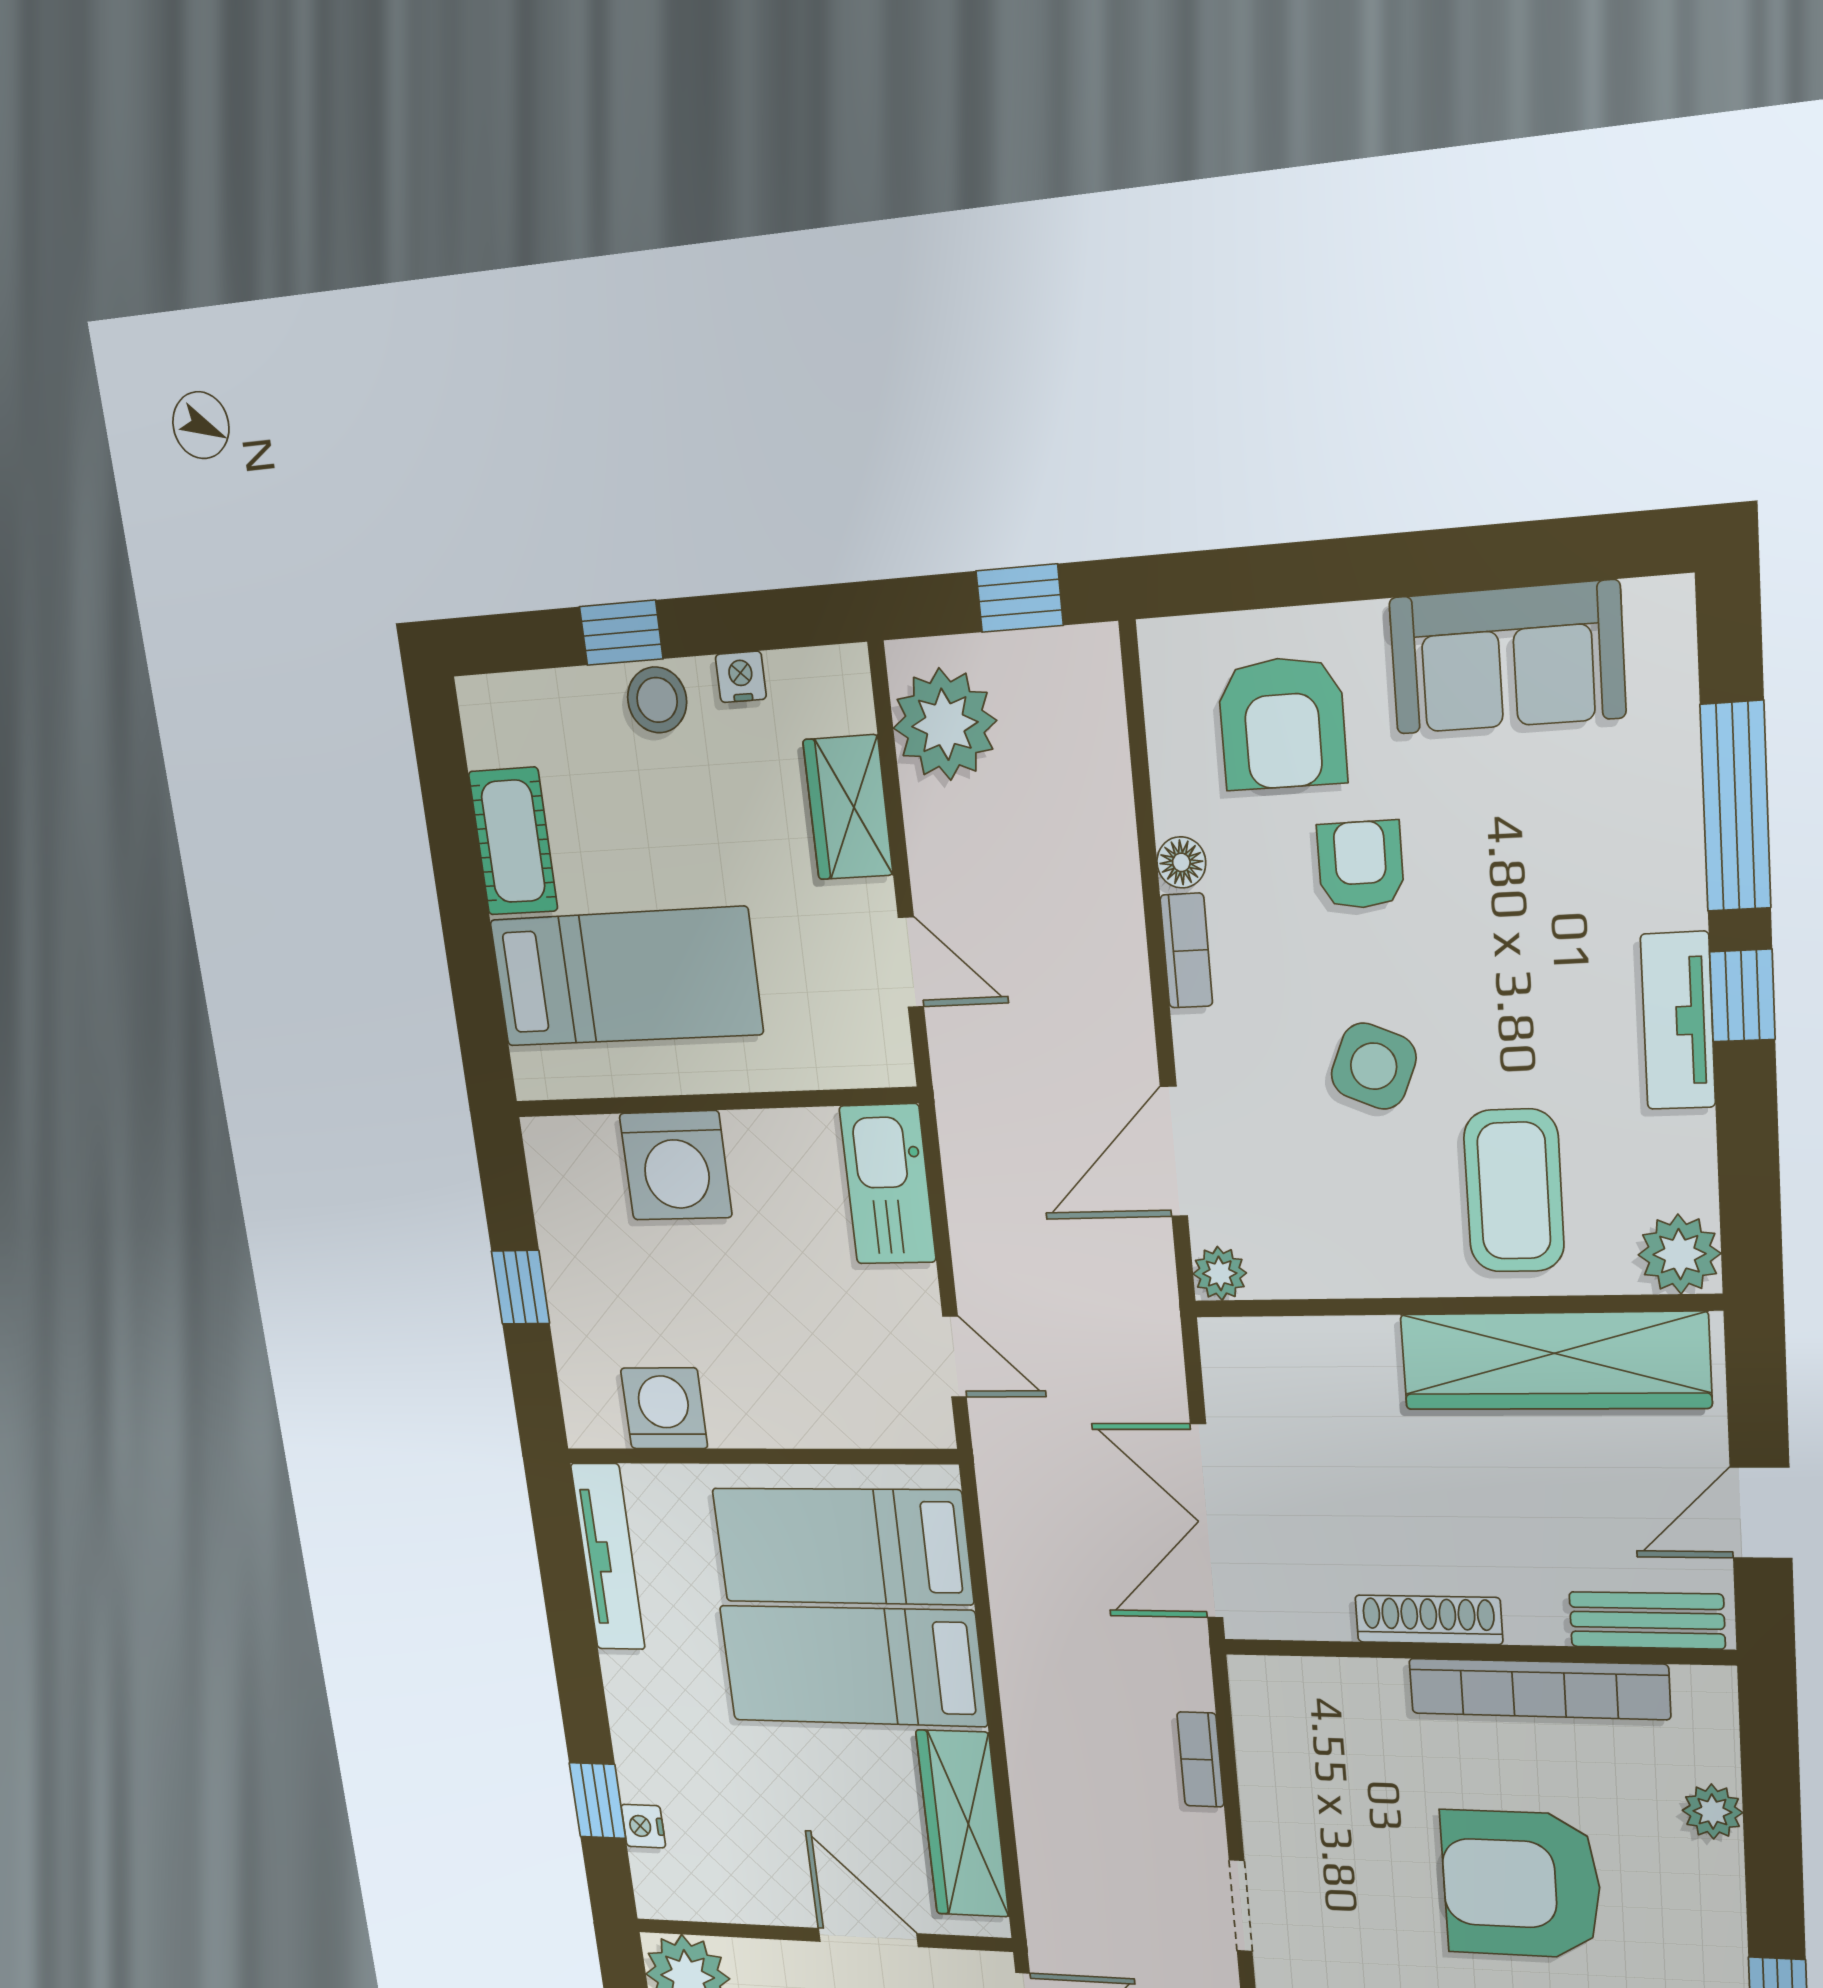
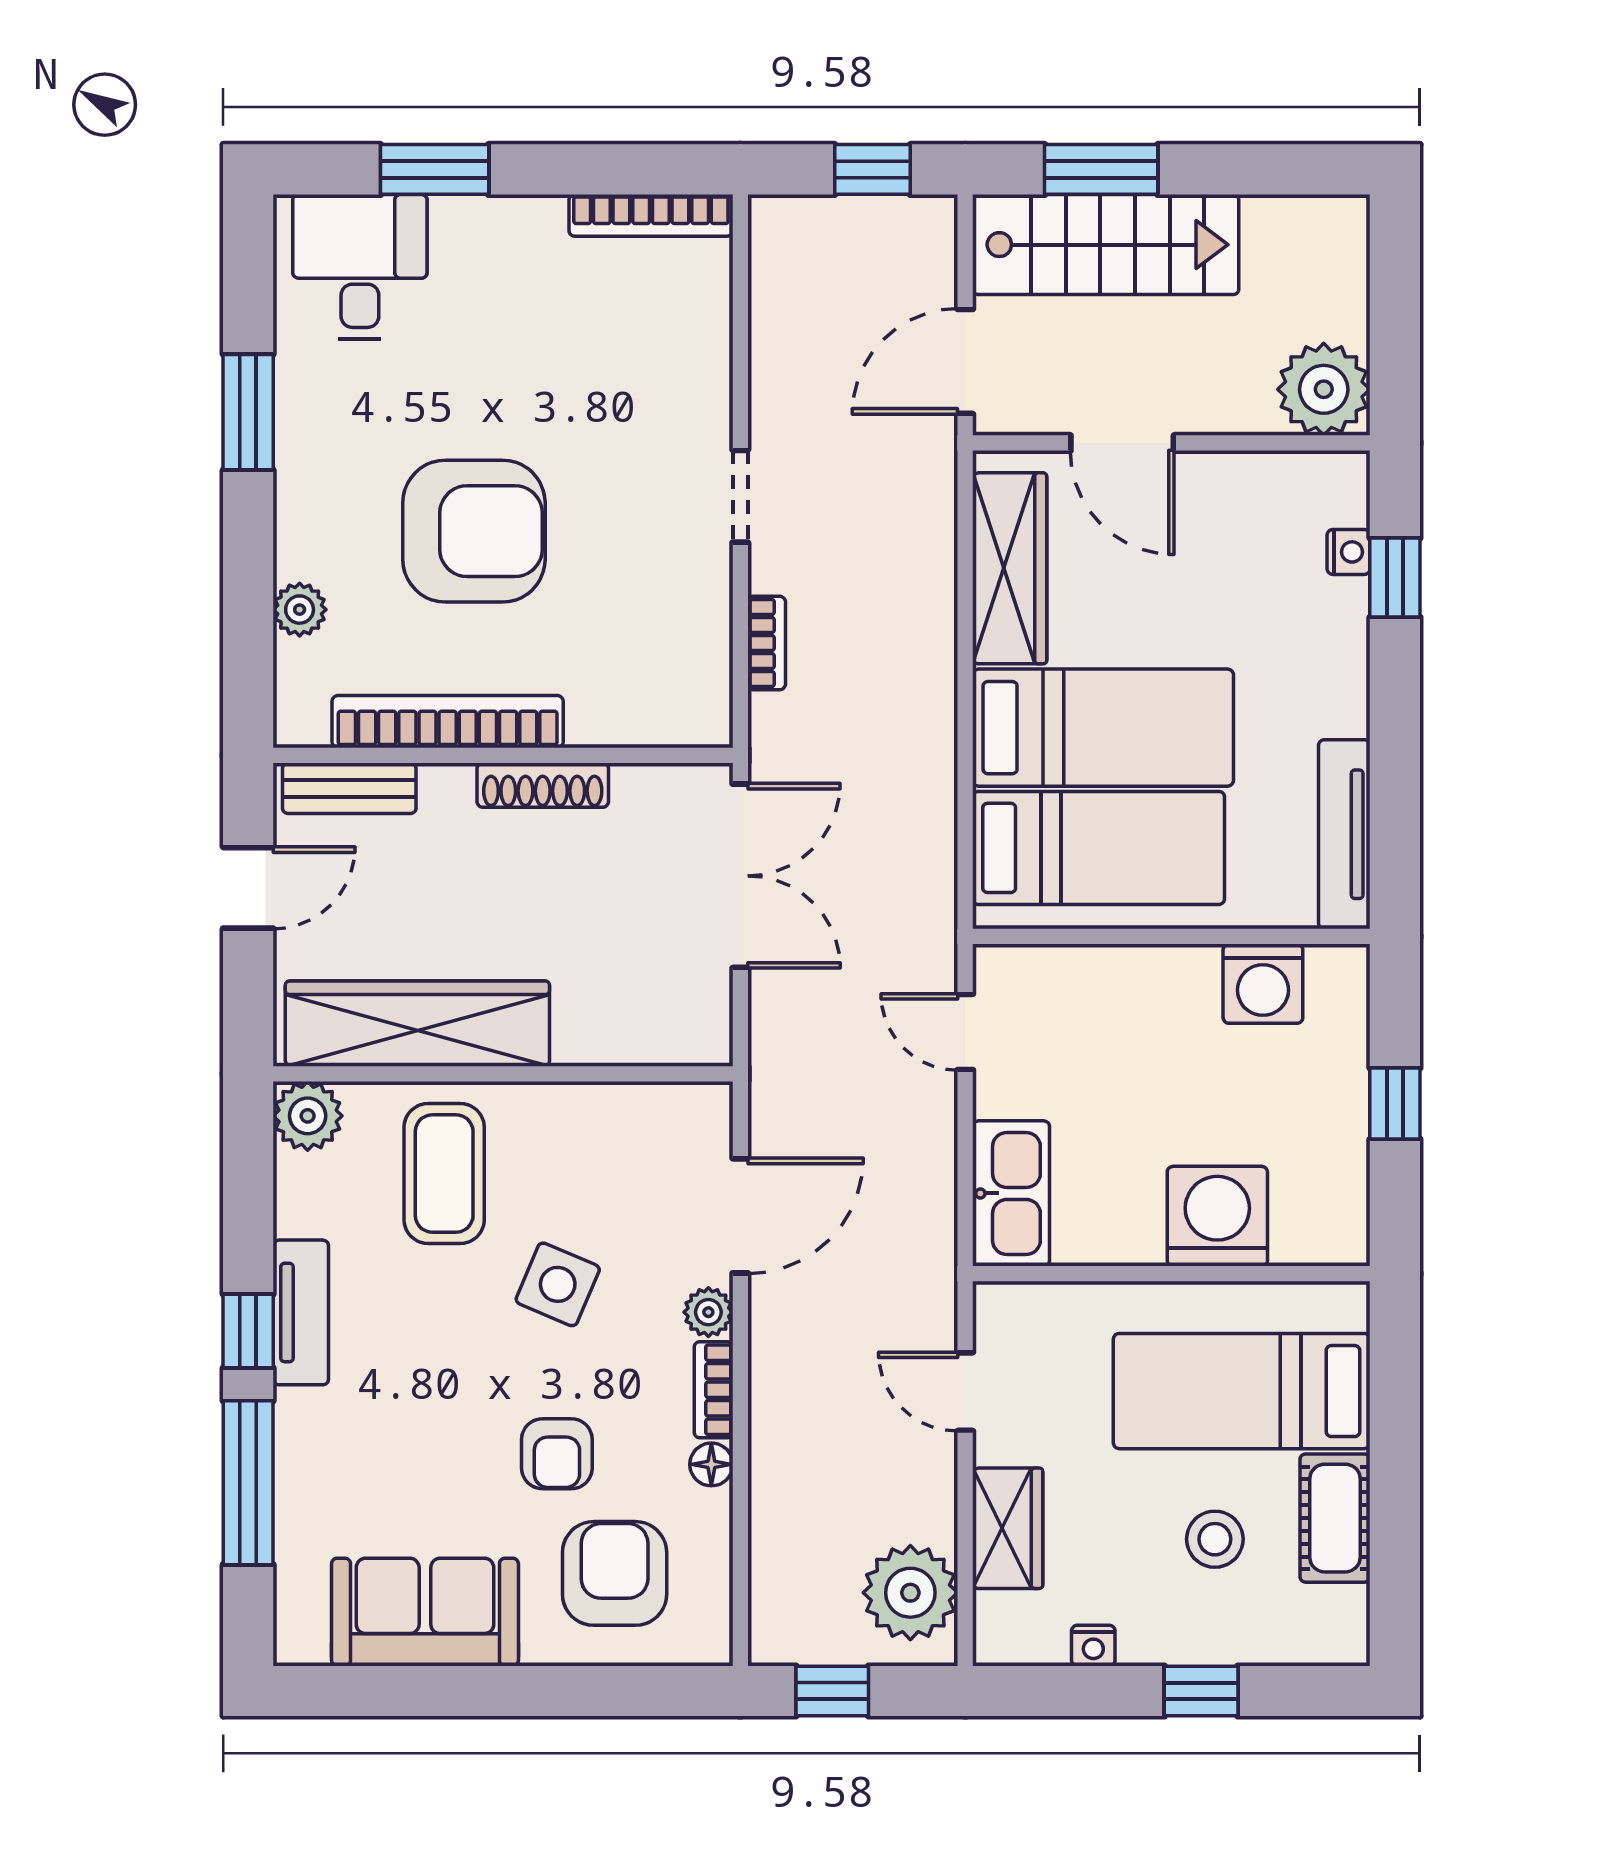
stool: (657, 700) -> (1215, 1539), moved
plant: (1220, 1273) -> (708, 1312), moved

